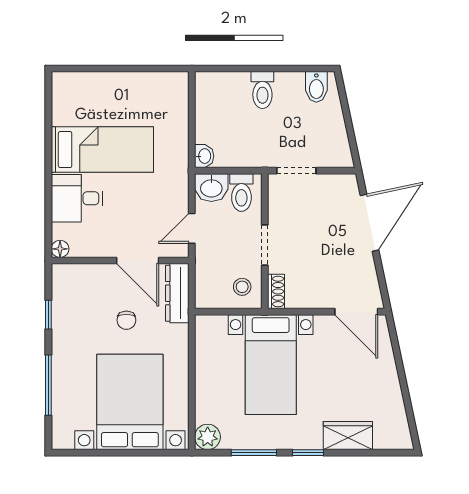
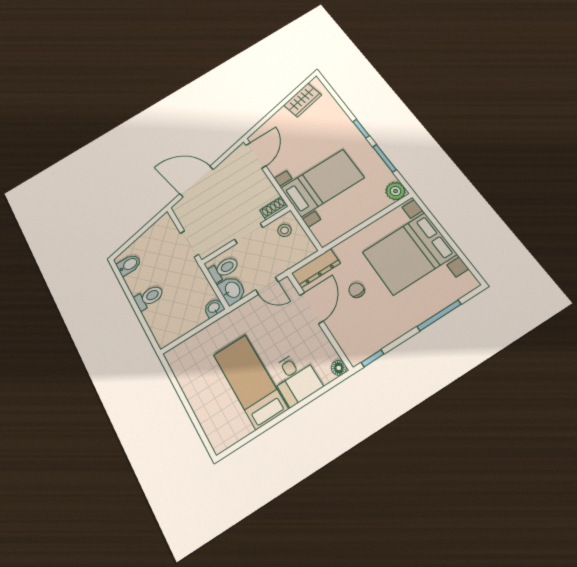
window: (48, 315) -> (373, 358), moved
chair: (126, 320) -> (357, 290), turned -90
wardrobe: (348, 436) -> (303, 100), moved, turned -102

